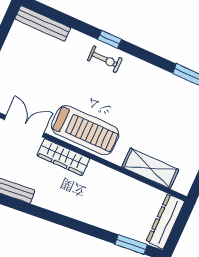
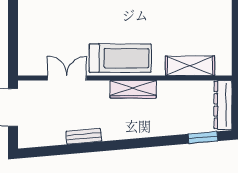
wardrobe: (63, 157) -> (133, 89), moved

